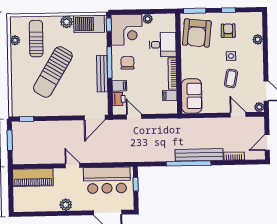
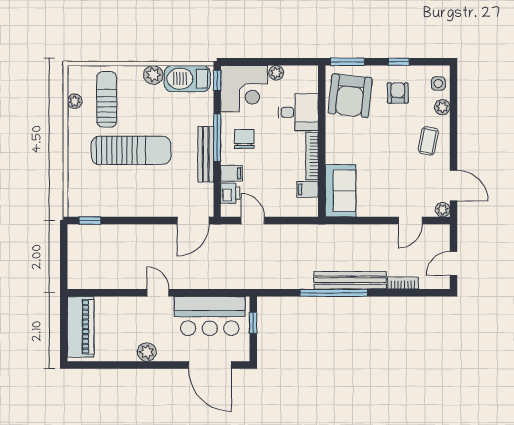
side table: (231, 56) -> (438, 84), moved
sun lounger: (53, 72) -> (131, 150), turned -121
coffee table: (231, 78) -> (428, 141), moved
door: (238, 115) -> (410, 221), swing flipped
window: (10, 140) -> (64, 253), removed
piano: (33, 177) -> (81, 327), moved, turned -90

